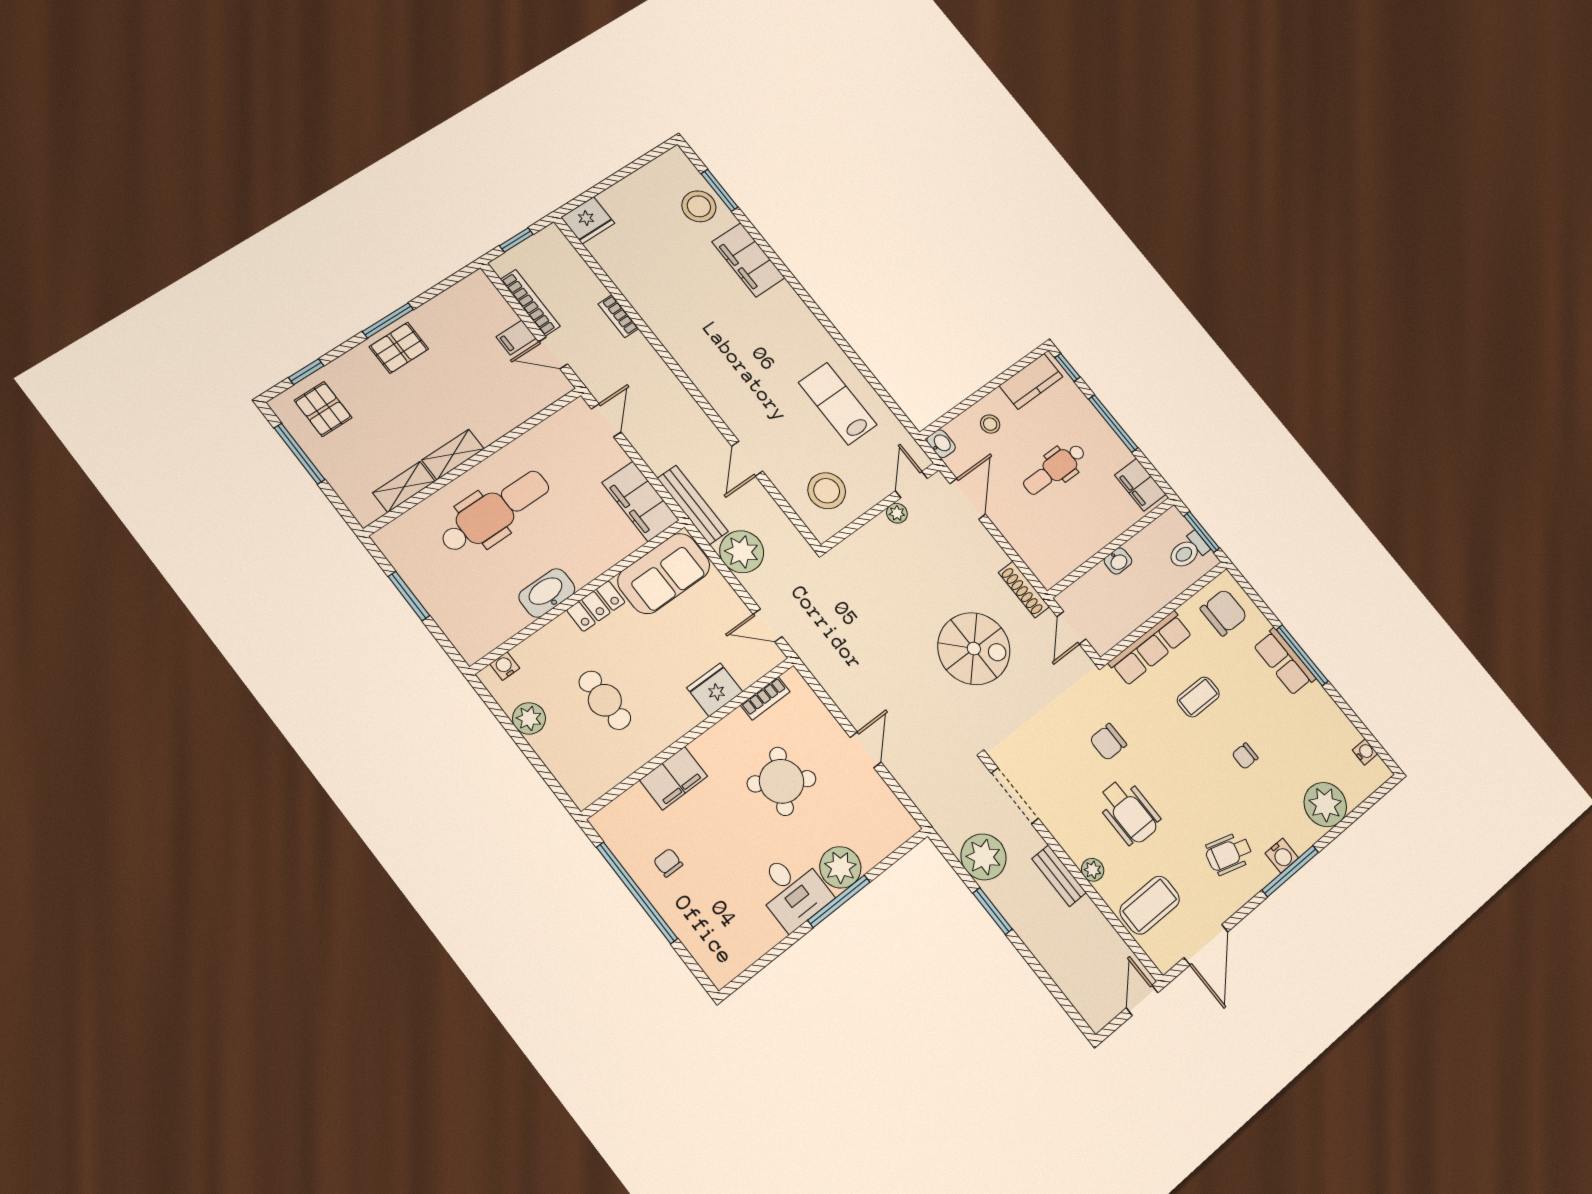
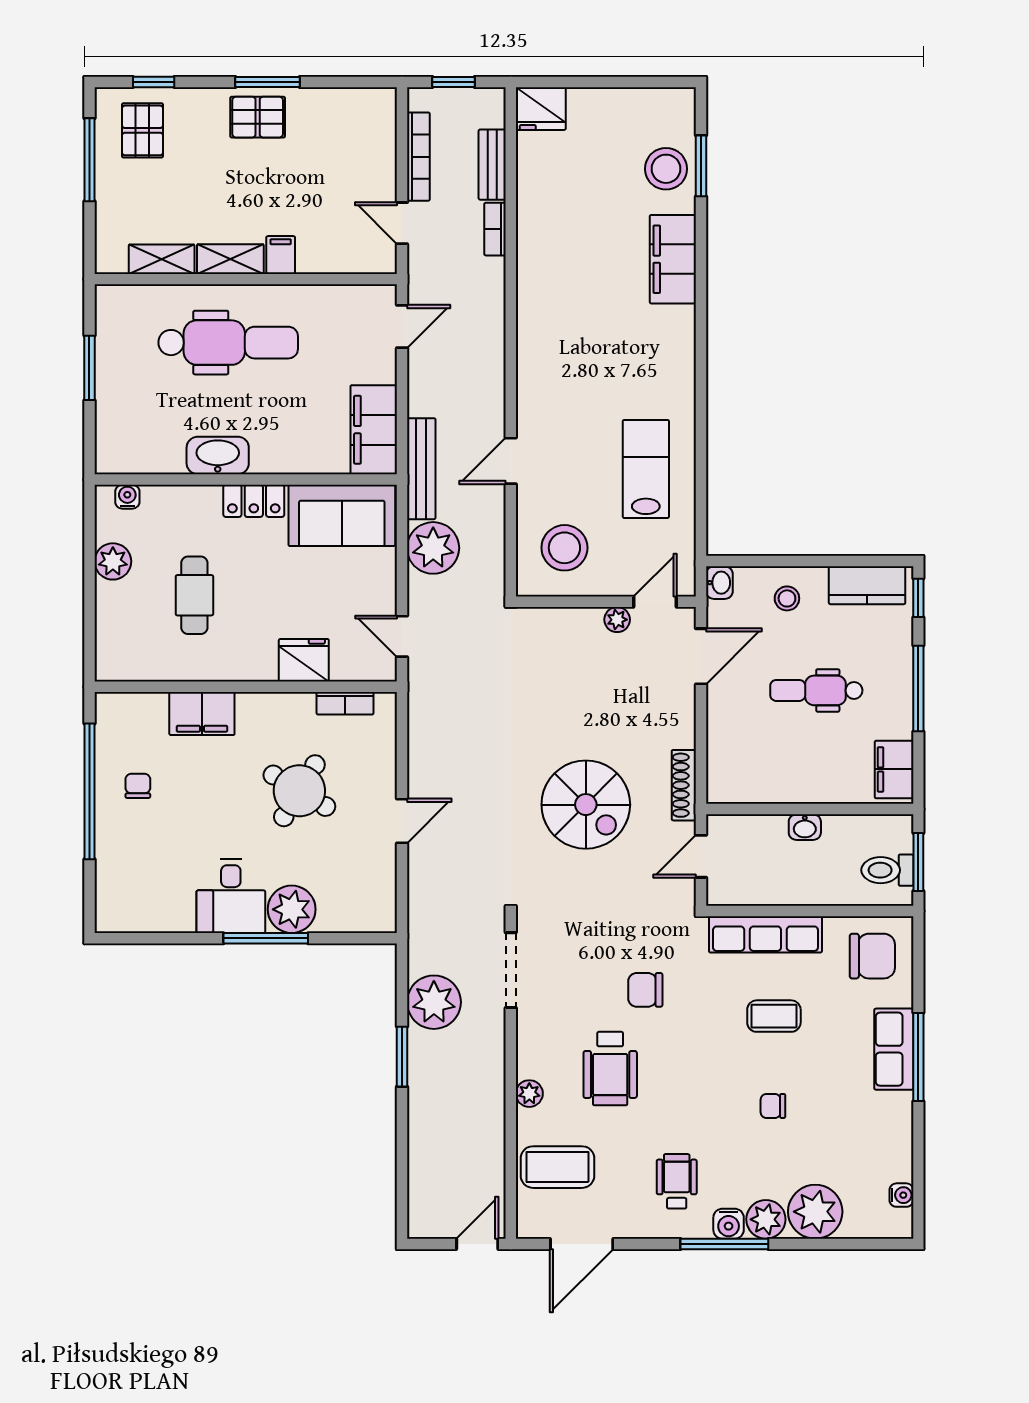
filing cabinet: (516, 337) -> (281, 255), moved, turned 90
plant: (1301, 834) -> (766, 1219), added
wheelchair: (1229, 854) -> (677, 1181), turned 74
bench: (1059, 876) -> (492, 165), moved

